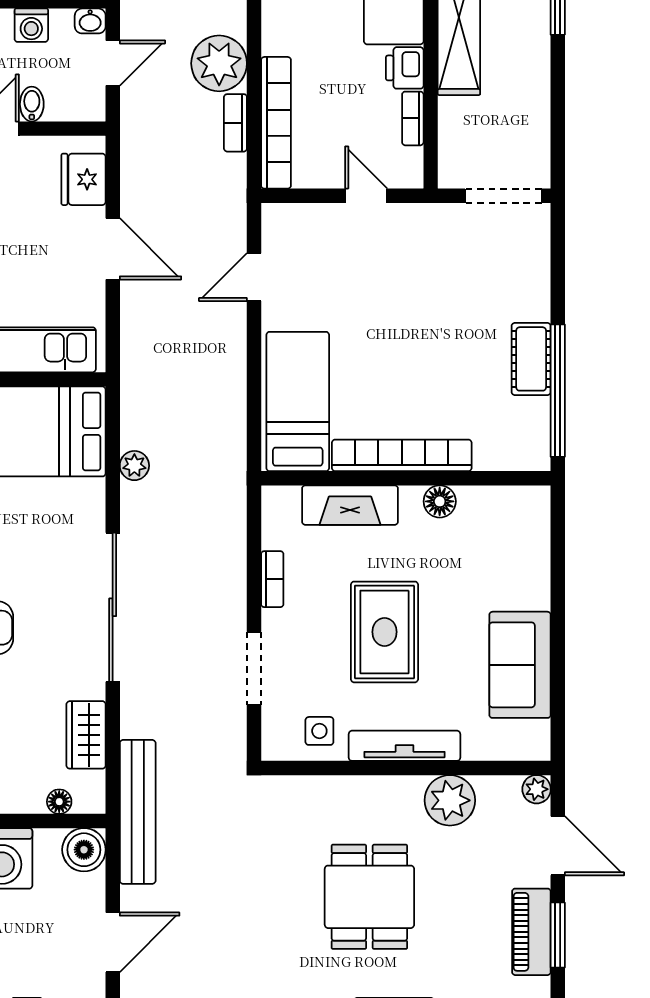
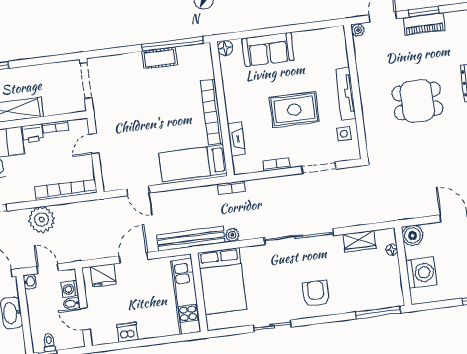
washing machine: (31, 25) -> (70, 289), moved, turned 180
bookcase: (235, 123) -> (231, 188), moved
floor lamp: (440, 501) -> (225, 48), moved
fireplace: (350, 505) -> (236, 139), width x0.73, depth x0.76
sofa: (520, 665) -> (268, 49), moved
plant: (450, 800) -> (368, 69), removed
bench: (138, 812) -> (191, 239), moved

